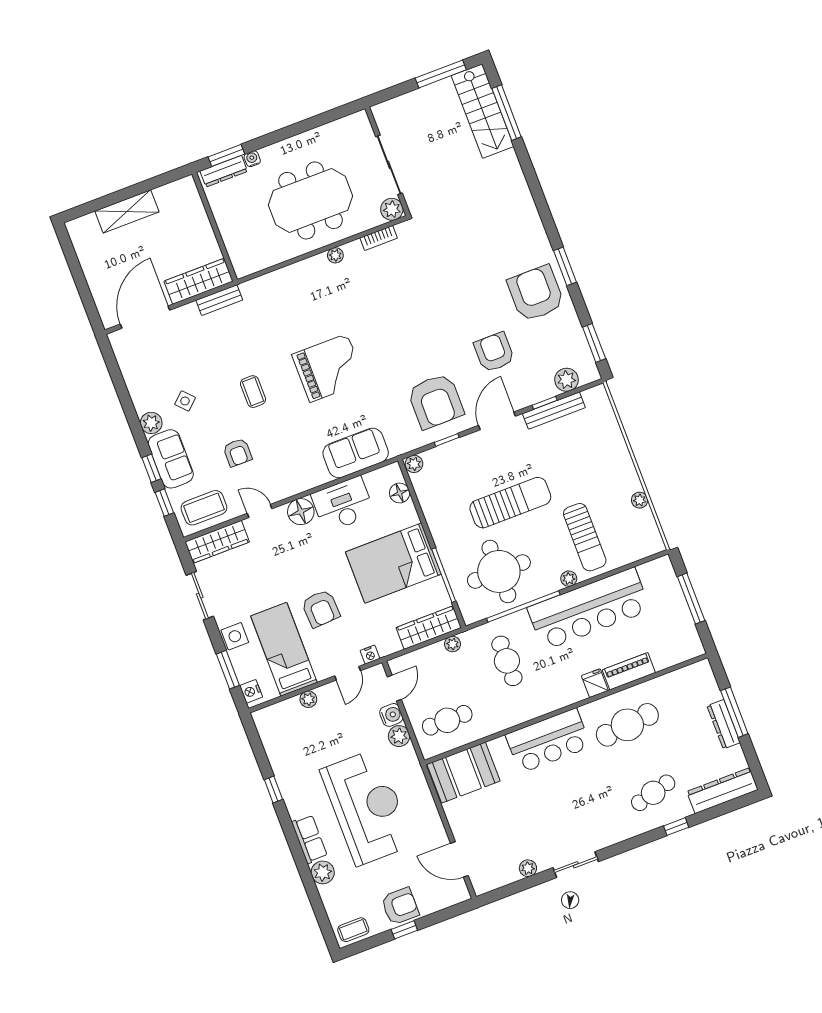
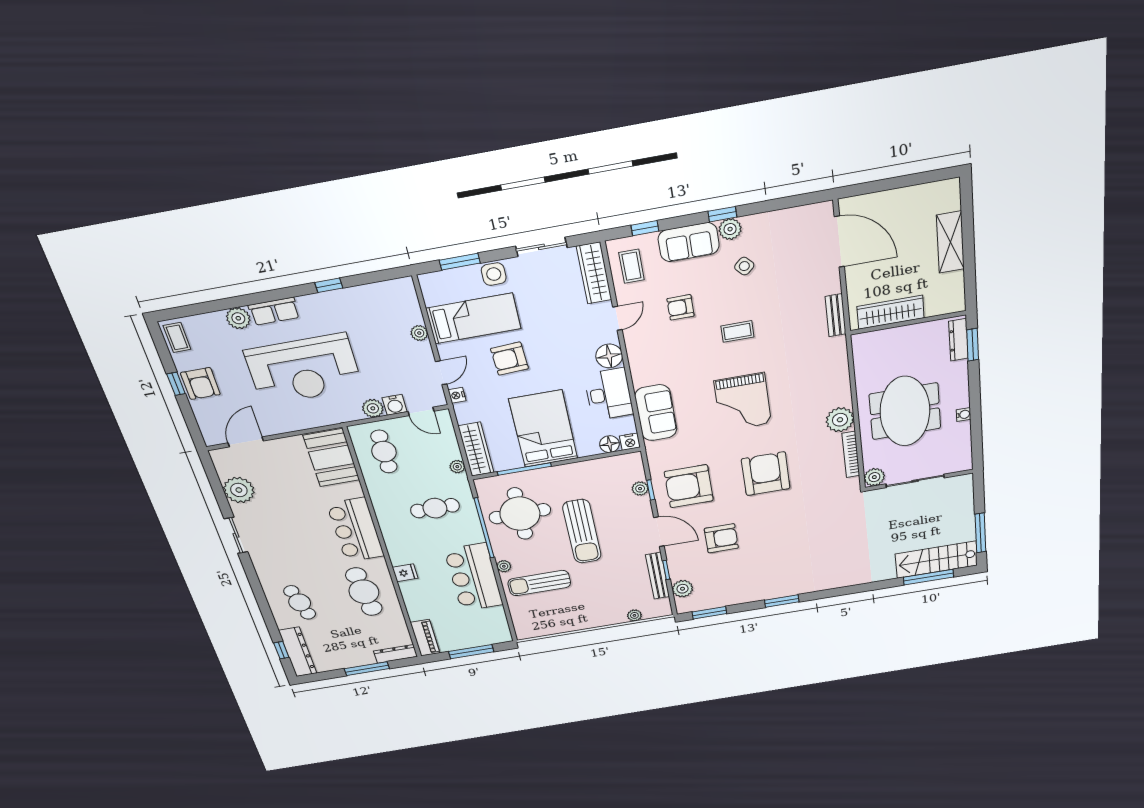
water cooler: (252, 159) -> (964, 415), moved
bookcase: (379, 238) -> (851, 455), width x1.56
plant: (335, 255) -> (840, 420), width x1.87, depth x1.87
wardrobe: (199, 281) -> (891, 312), moved, turned -90
armchair: (536, 293) -> (766, 474), moved, turned -90
plant: (414, 464) -> (640, 489), moved
window: (151, 468) -> (722, 214), moved
plant: (640, 500) -> (634, 615), moved
coffee table: (204, 508) -> (632, 266), width x0.73, depth x0.77
bar counter: (589, 609) -> (474, 577), width x0.73
piano: (629, 671) -> (425, 638), moved
door: (348, 673) -> (441, 373), swing flipped
nightstand: (251, 691) -> (630, 442), moved, turned 180
dresser: (724, 724) -> (395, 654), moved
window: (676, 827) -> (281, 650), moved
plant: (528, 868) -> (239, 490), width x1.87, depth x1.87

